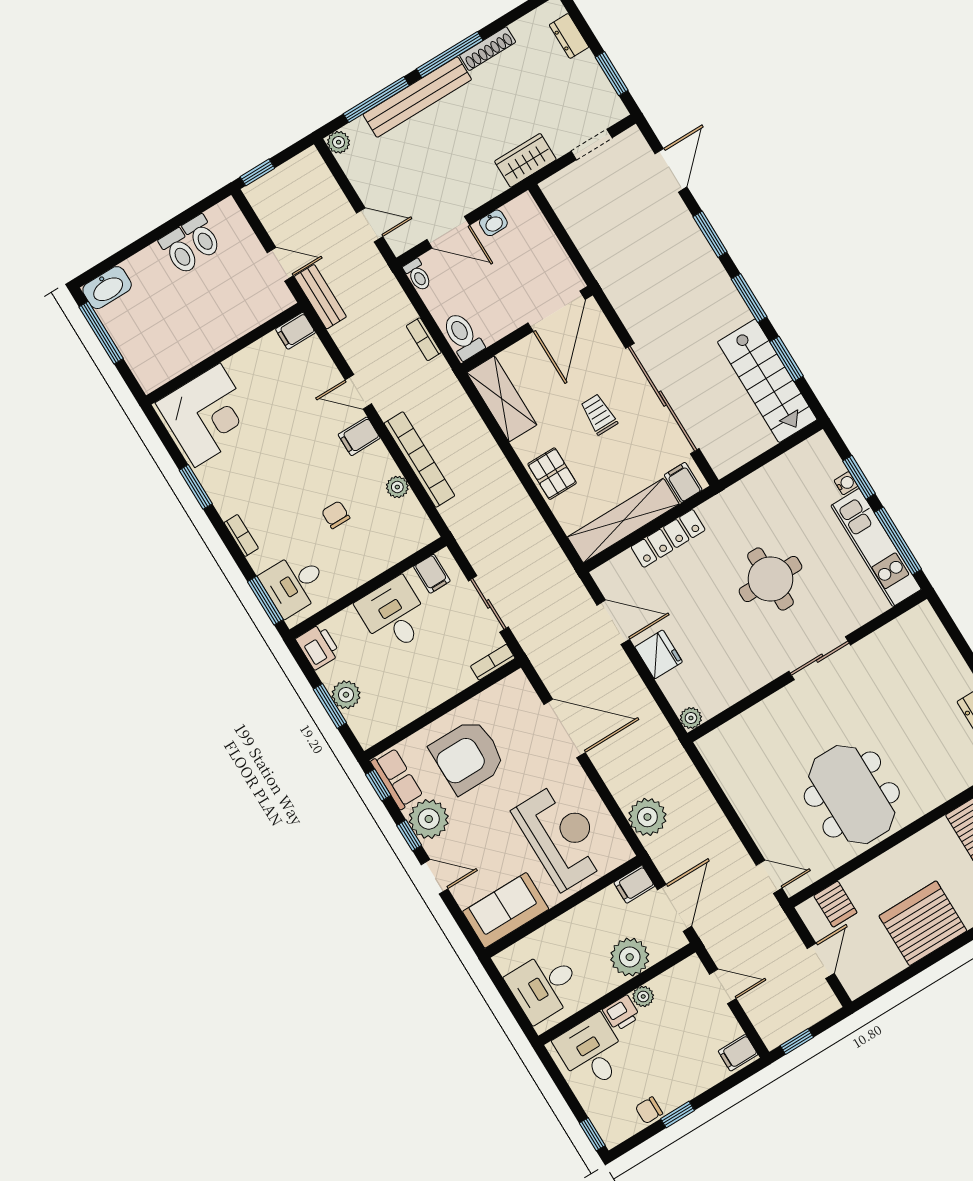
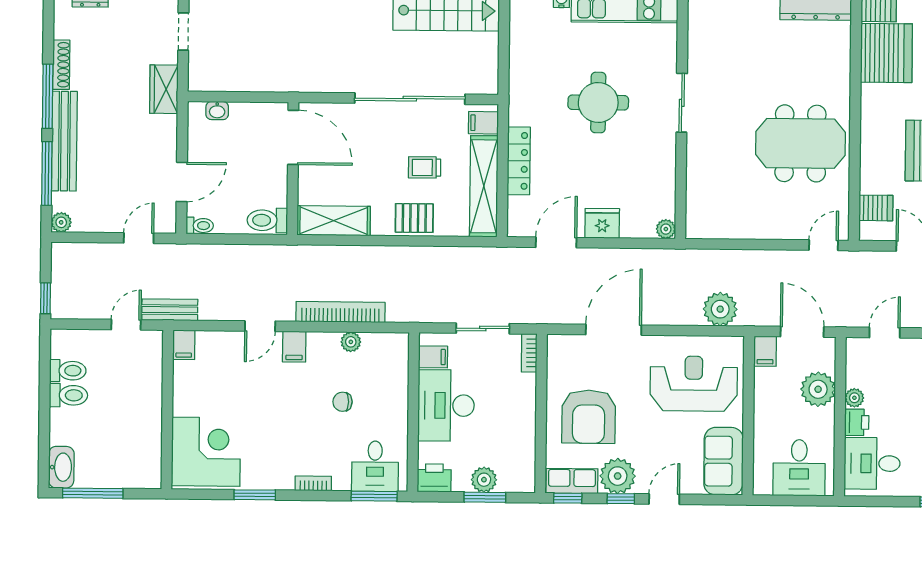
washbasin: (493, 223) -> (217, 111), moved, turned 90
bookcase: (424, 339) -> (251, 251), removed
trolley: (599, 414) -> (425, 167), moved
desk: (394, 615) -> (446, 405), width x1.37

